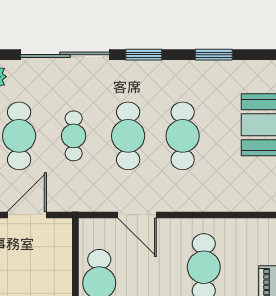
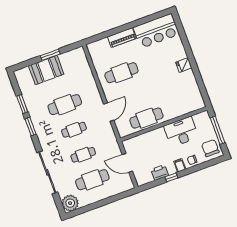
window: (144, 55) -> (30, 126), moved
cafe table: (128, 136) -> (74, 130), width x0.73, depth x0.74

